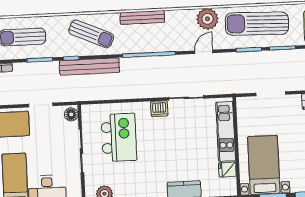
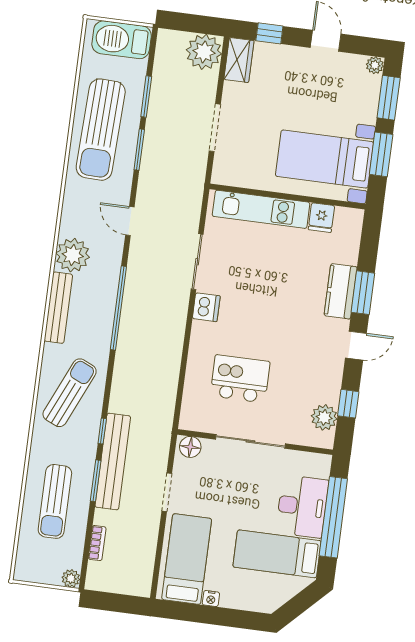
plant: (207, 19) -> (73, 255), moved
bench: (89, 67) -> (113, 462), moved
kitchen island: (119, 137) -> (240, 379), width x0.73, depth x0.78

